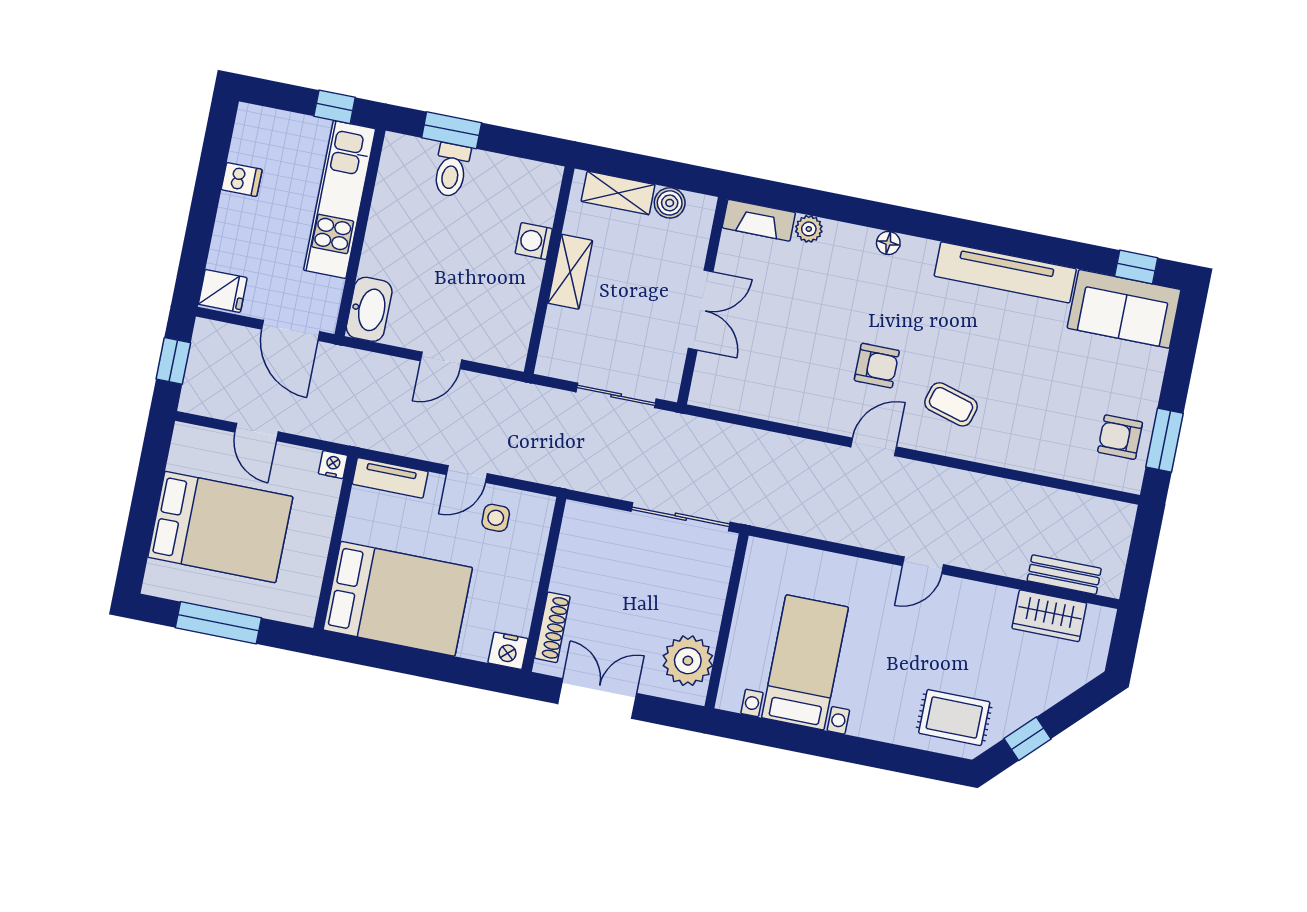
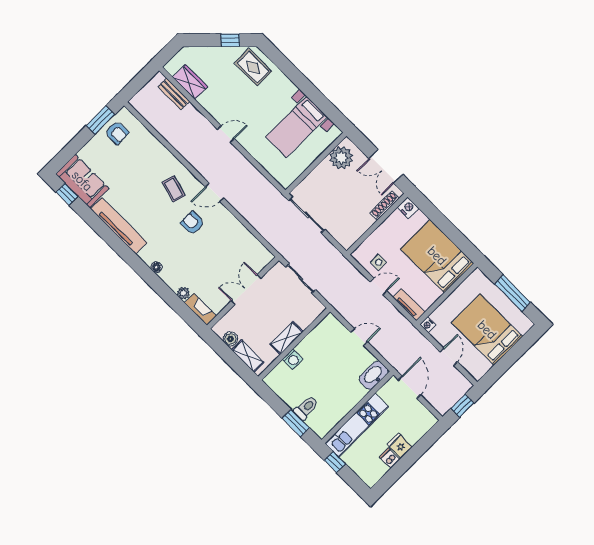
fridge: (223, 291) -> (400, 446), moved

